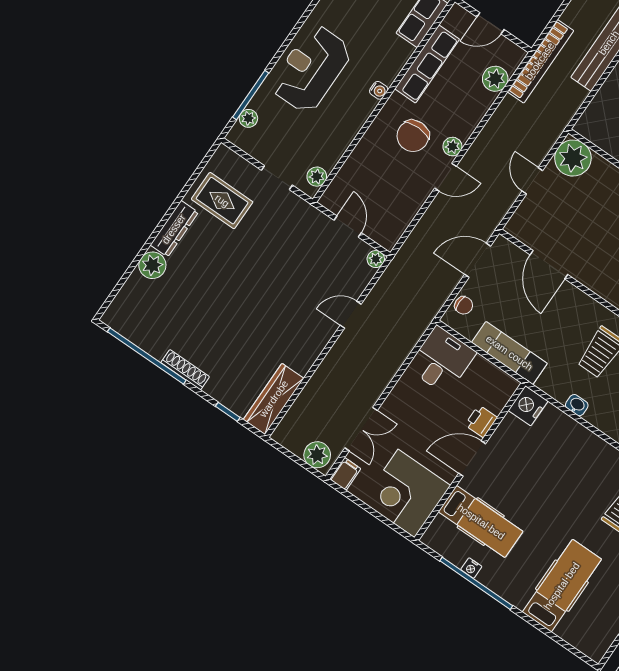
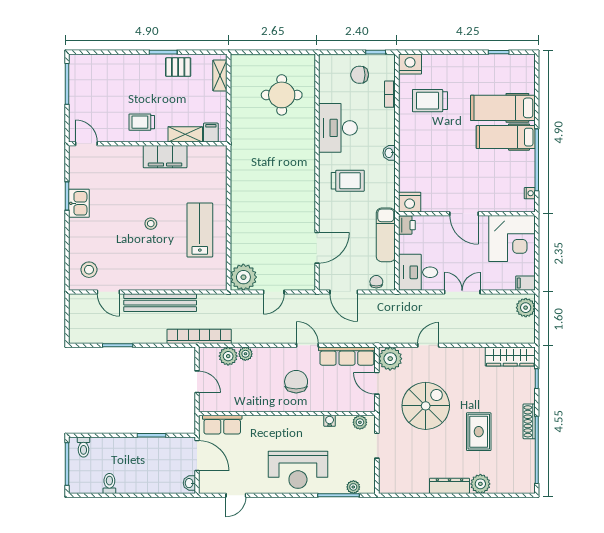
row of seats: (427, 64) -> (347, 356), moved, turned 180
water cooler: (379, 90) -> (330, 421), moved
chair: (413, 136) -> (296, 382), turned -91
plant: (452, 147) -> (245, 354), moved
rug: (222, 201) -> (479, 432), moved
door: (348, 226) -> (377, 383), hinge flipped
plant: (376, 259) -> (390, 359), width x1.87, depth x1.87
spiral stairs: (284, 264) -> (426, 406), added
door: (351, 315) -> (428, 345), swing flipped
washbasin: (577, 405) -> (389, 153), moved
printer: (481, 421) -> (407, 225), moved, turned -90
double door: (361, 429) -> (462, 292), moved
hospital bed: (481, 522) -> (506, 137), moved, turned -90
nightstand: (471, 568) -> (530, 193), moved

